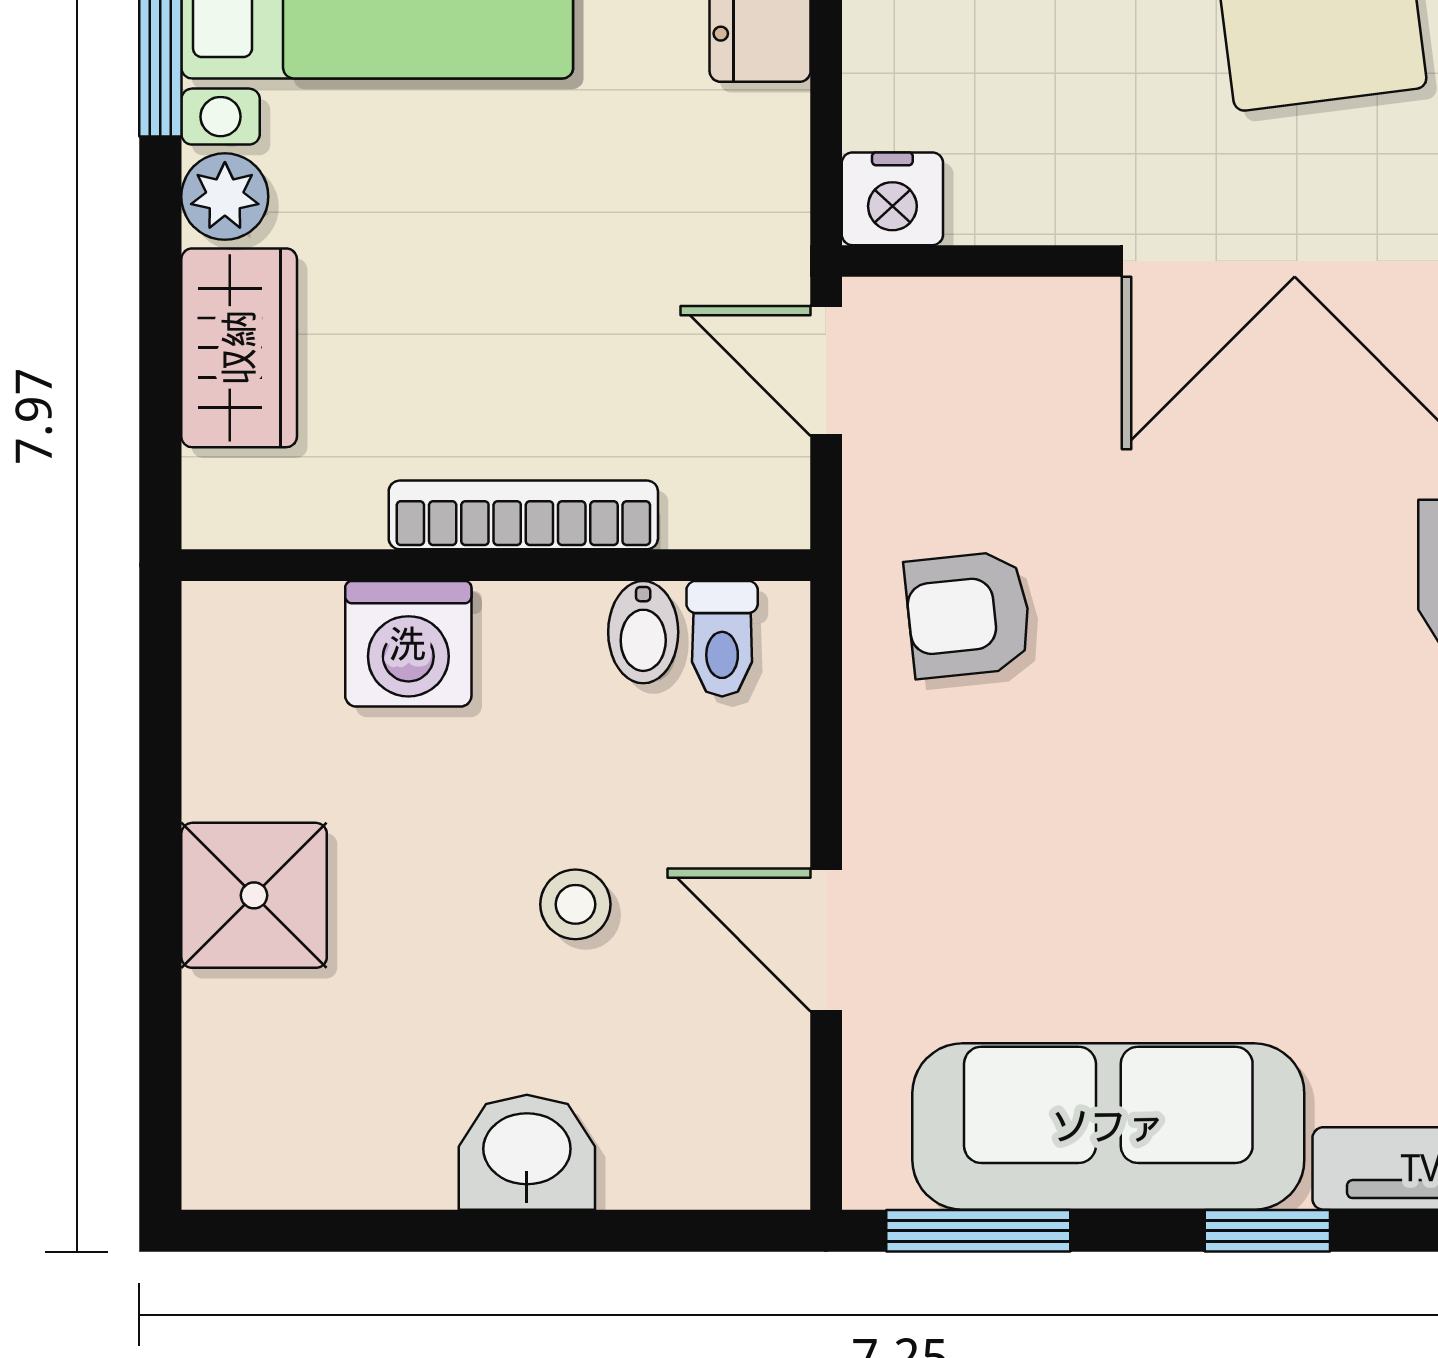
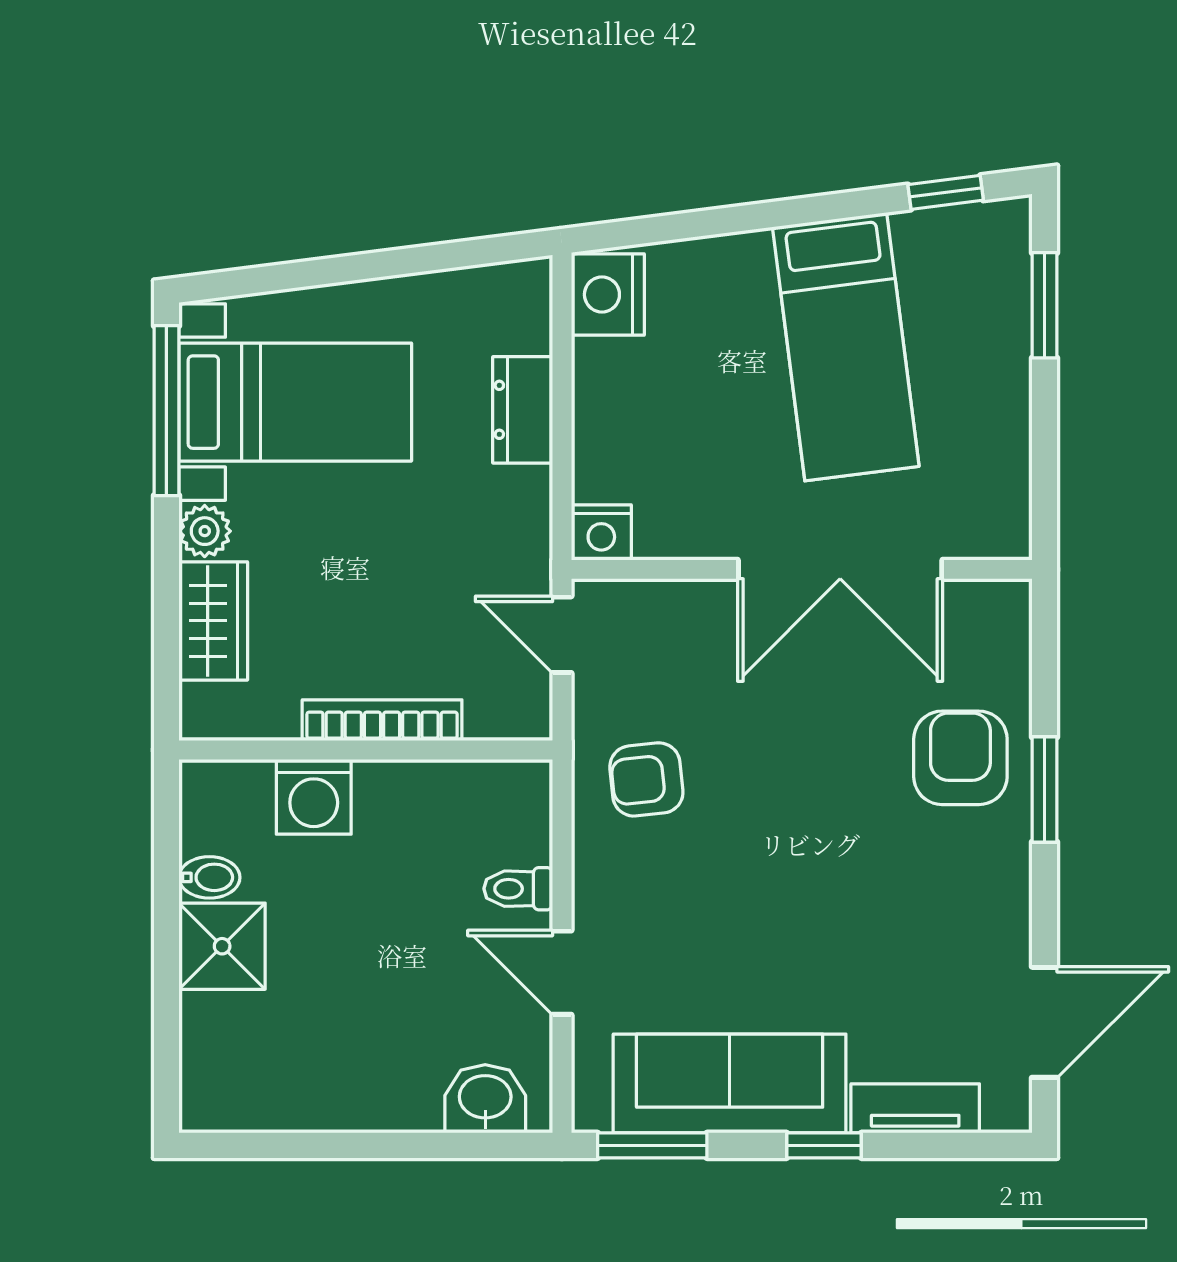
bidet: (643, 632) -> (209, 877), moved, turned -90
toilet: (722, 639) -> (518, 889), moved, turned 90
stool: (575, 904) -> (413, 952), removed
washbasin: (527, 1152) -> (485, 1099), moved

